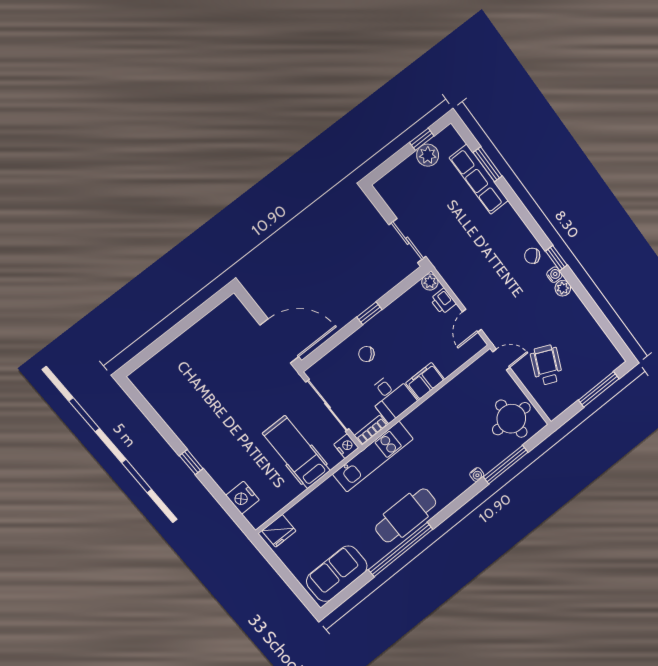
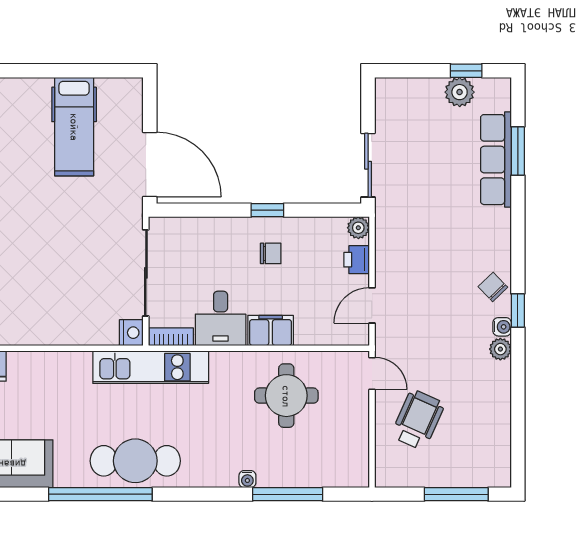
chair: (366, 354) -> (271, 253), moved, turned 138
round table: (511, 419) -> (286, 396), moved
hospital bed: (296, 452) -> (74, 127), moved, turned 180

